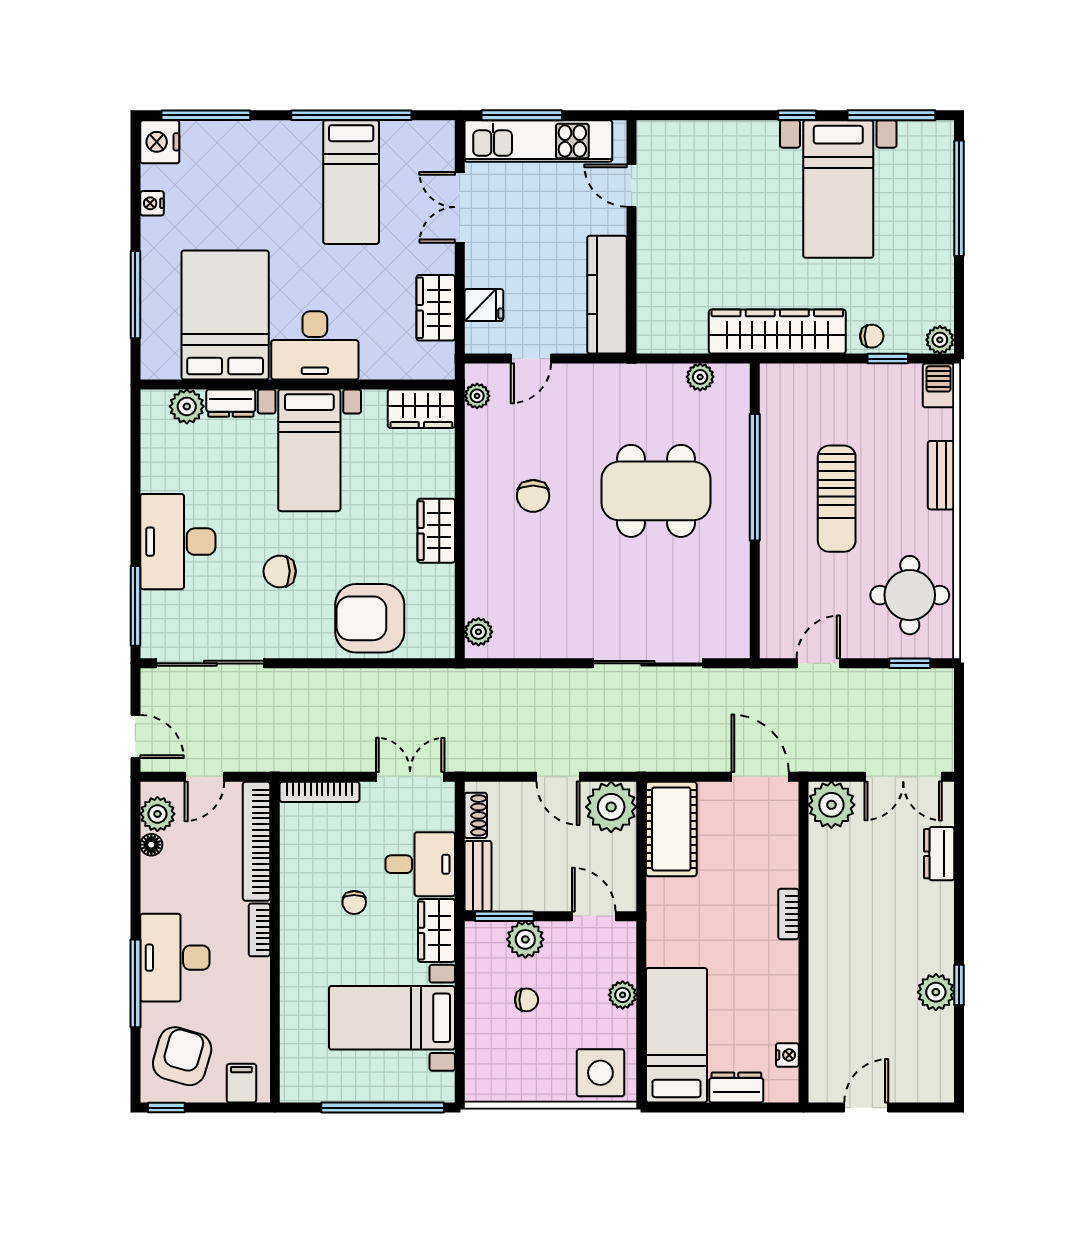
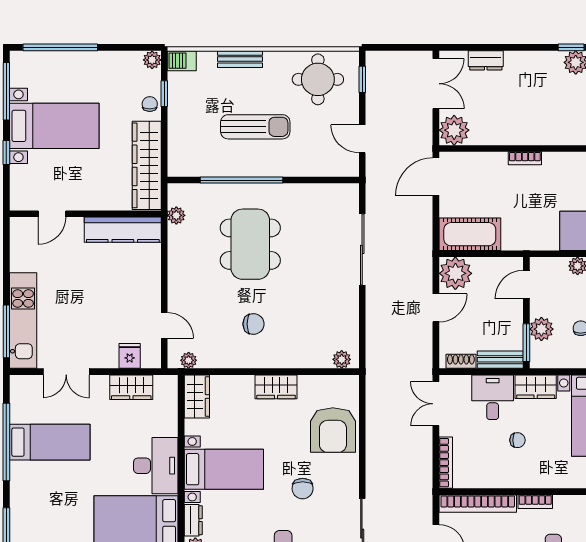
door: (632, 186) -> (52, 214), moved
wall: (632, 237) -> (85, 214), moved
kitchen counter: (607, 295) -> (123, 230), moved

